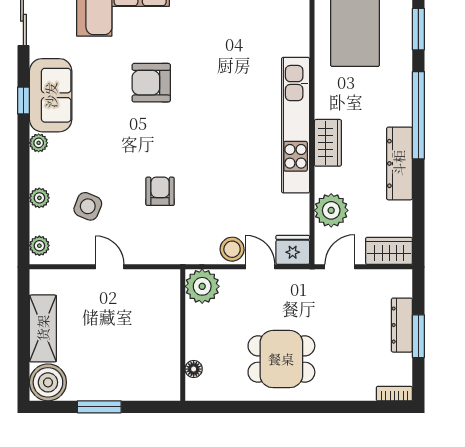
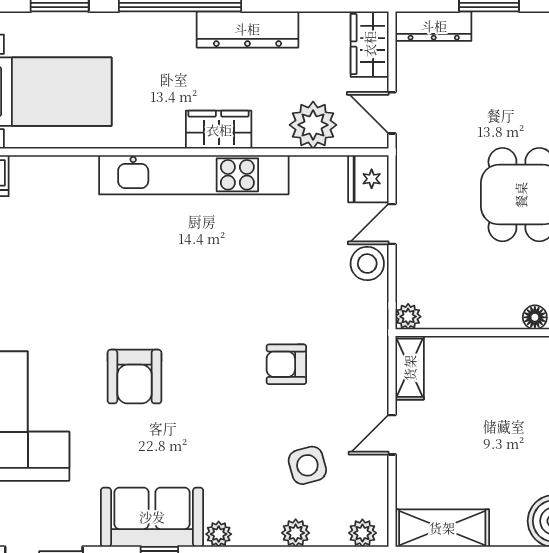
side table: (88, 206) -> (307, 465), turned -37
shelving: (158, 279) -> (410, 368), added
plant: (202, 286) -> (408, 317), width x0.53, depth x0.53
dresser: (402, 325) -> (434, 26), moved
shelving: (43, 328) -> (442, 528), moved

